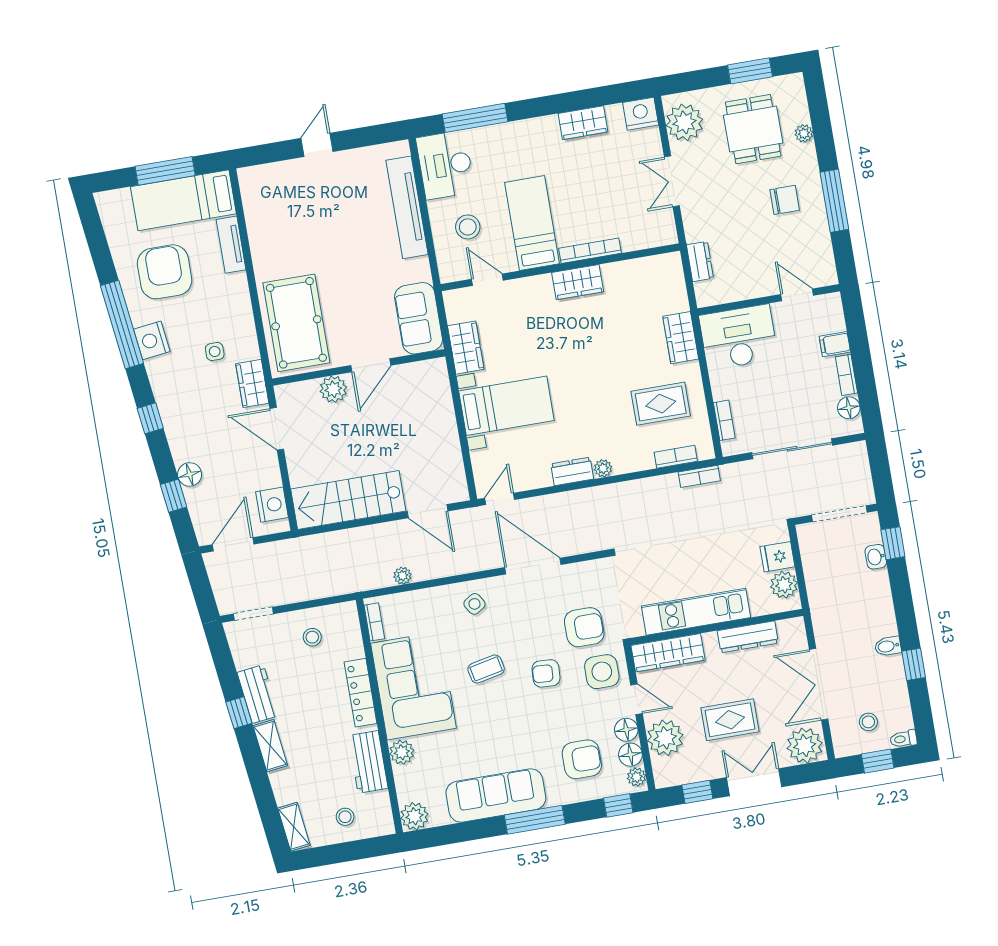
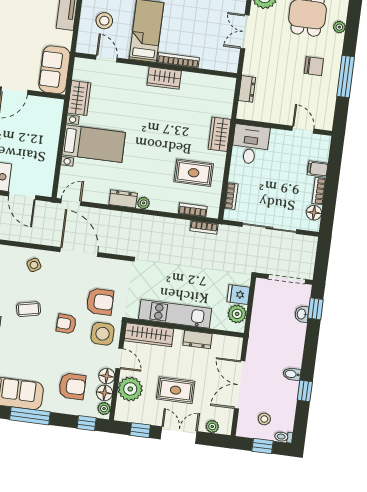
desk: (739, 337) -> (250, 145), width x0.73
dresser: (748, 637) -> (198, 340), width x0.70
plant: (805, 746) -> (212, 426), width x0.53, depth x0.53

